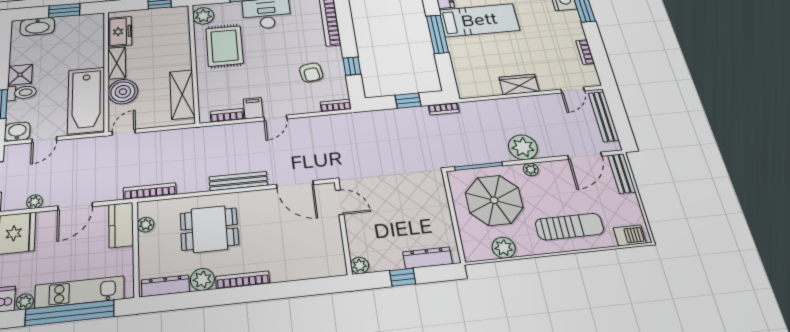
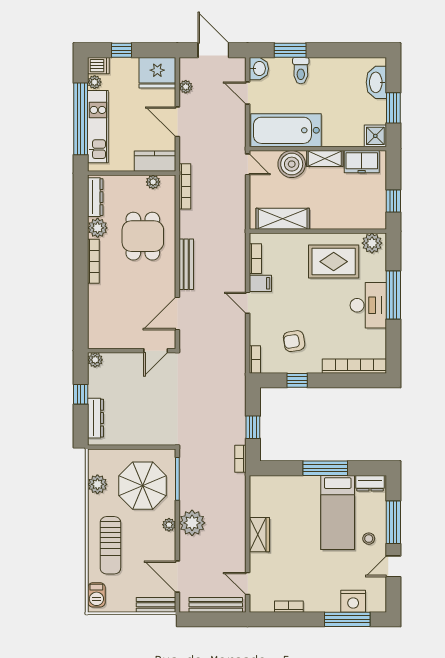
shower: (20, 75) -> (375, 136), moved

